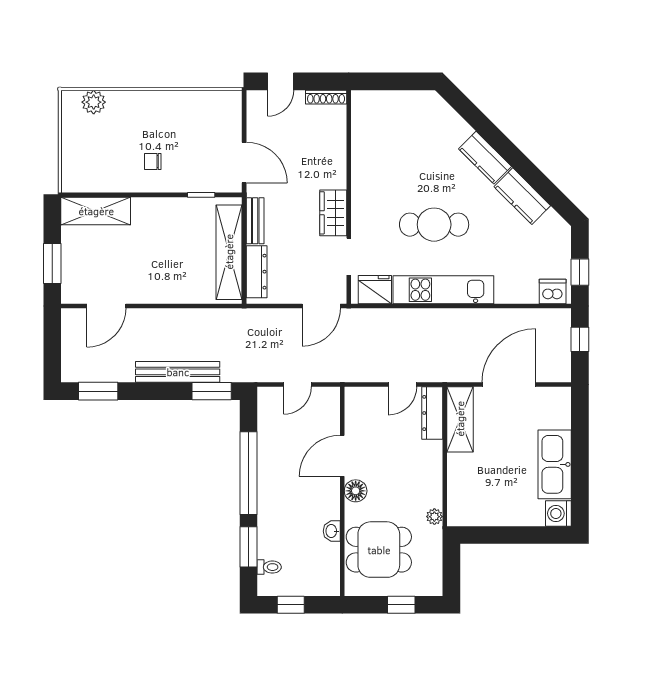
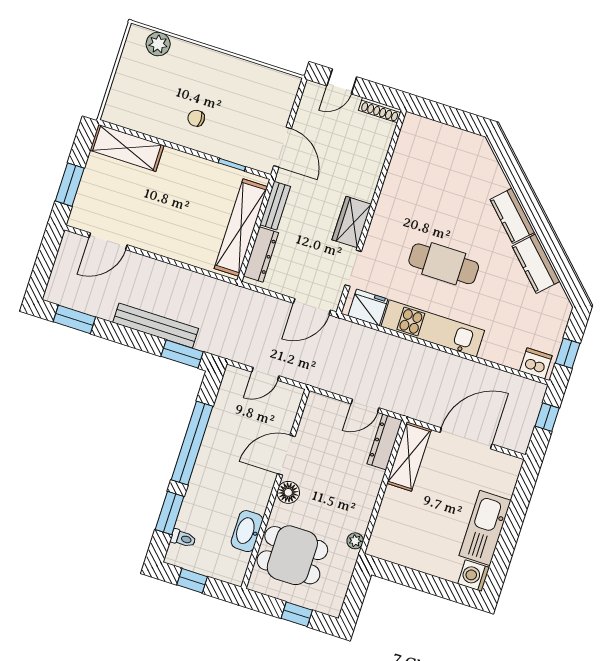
washbasin: (332, 531) -> (247, 531), width x1.91, depth x1.45

